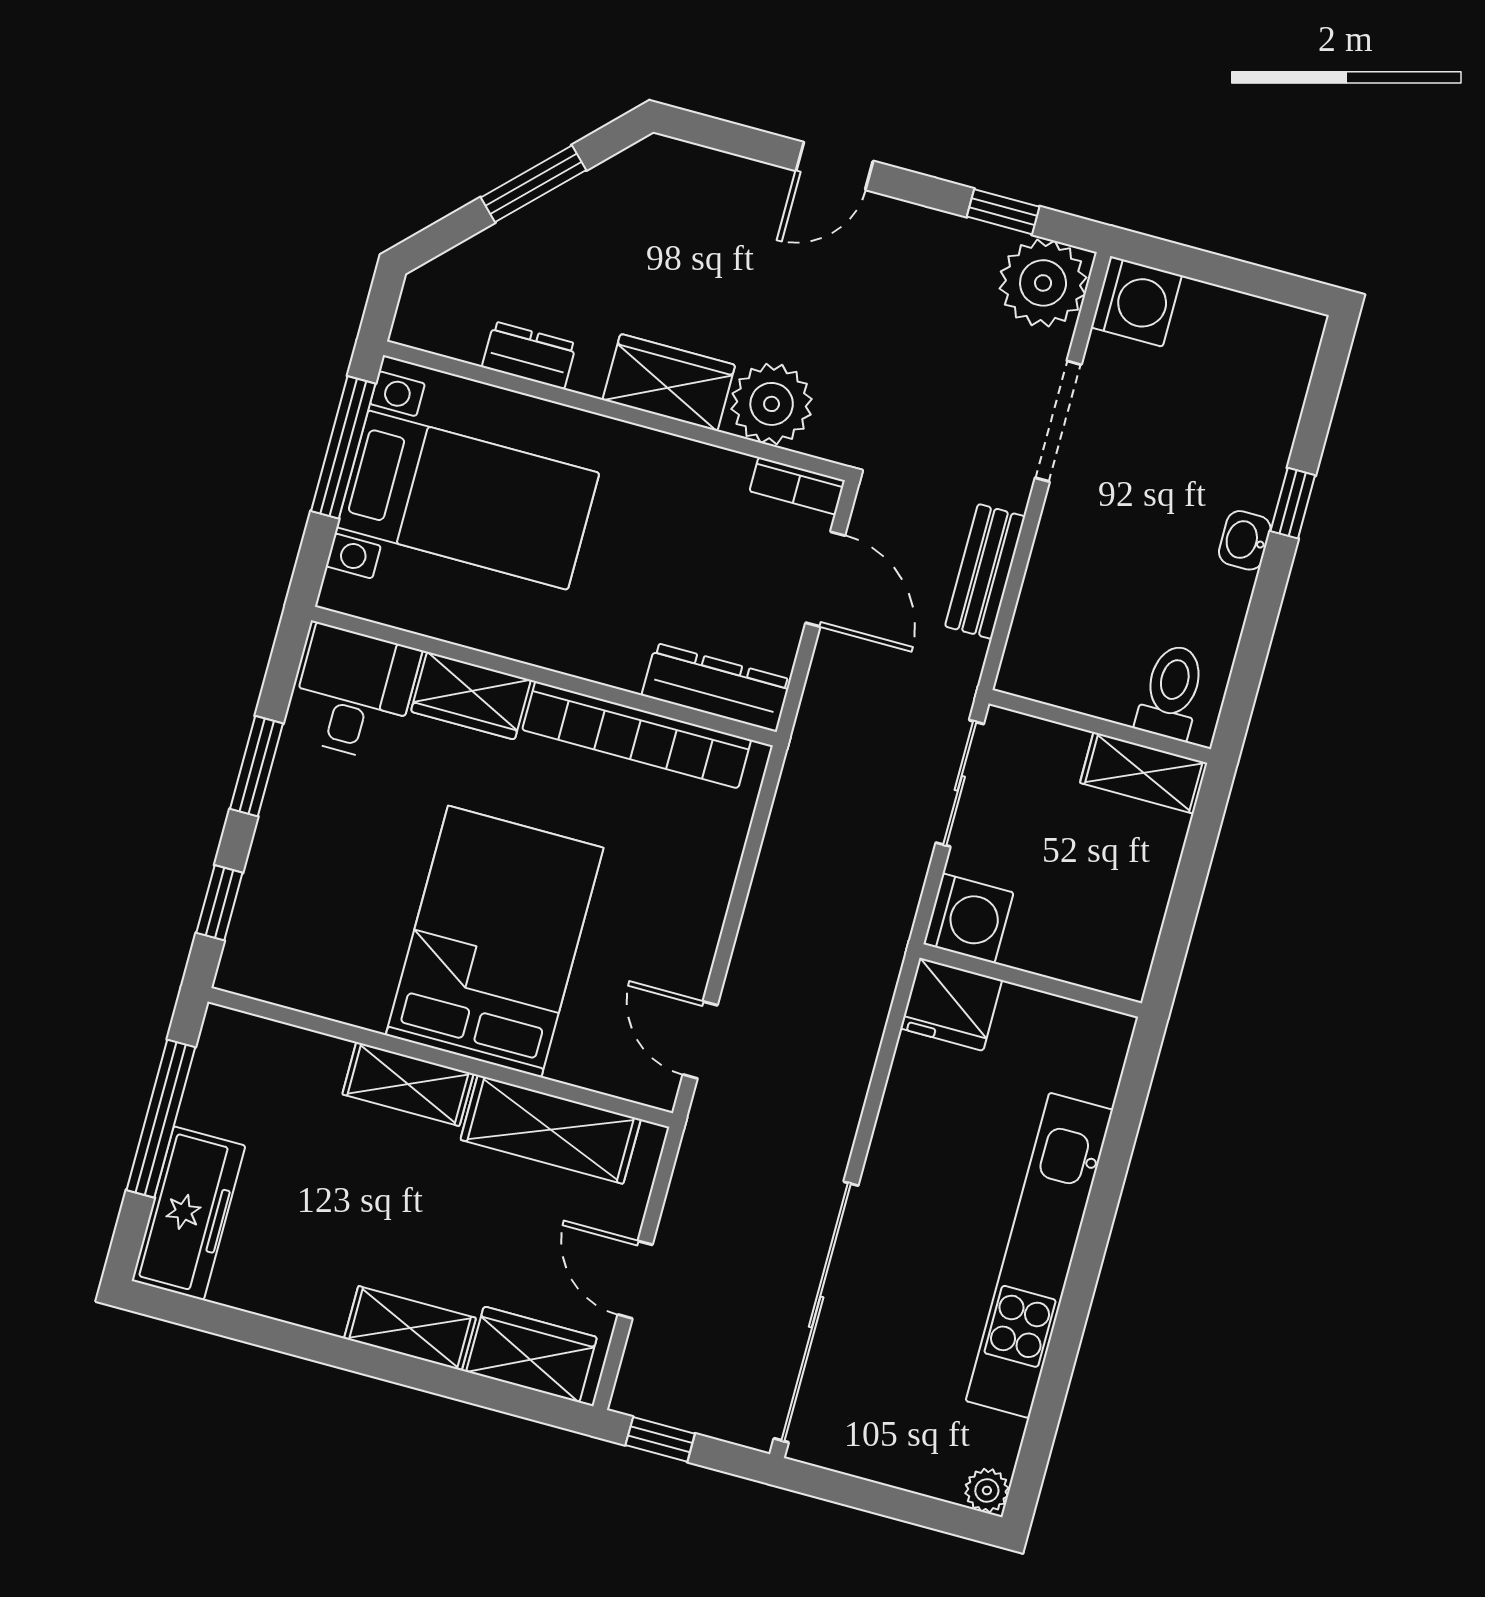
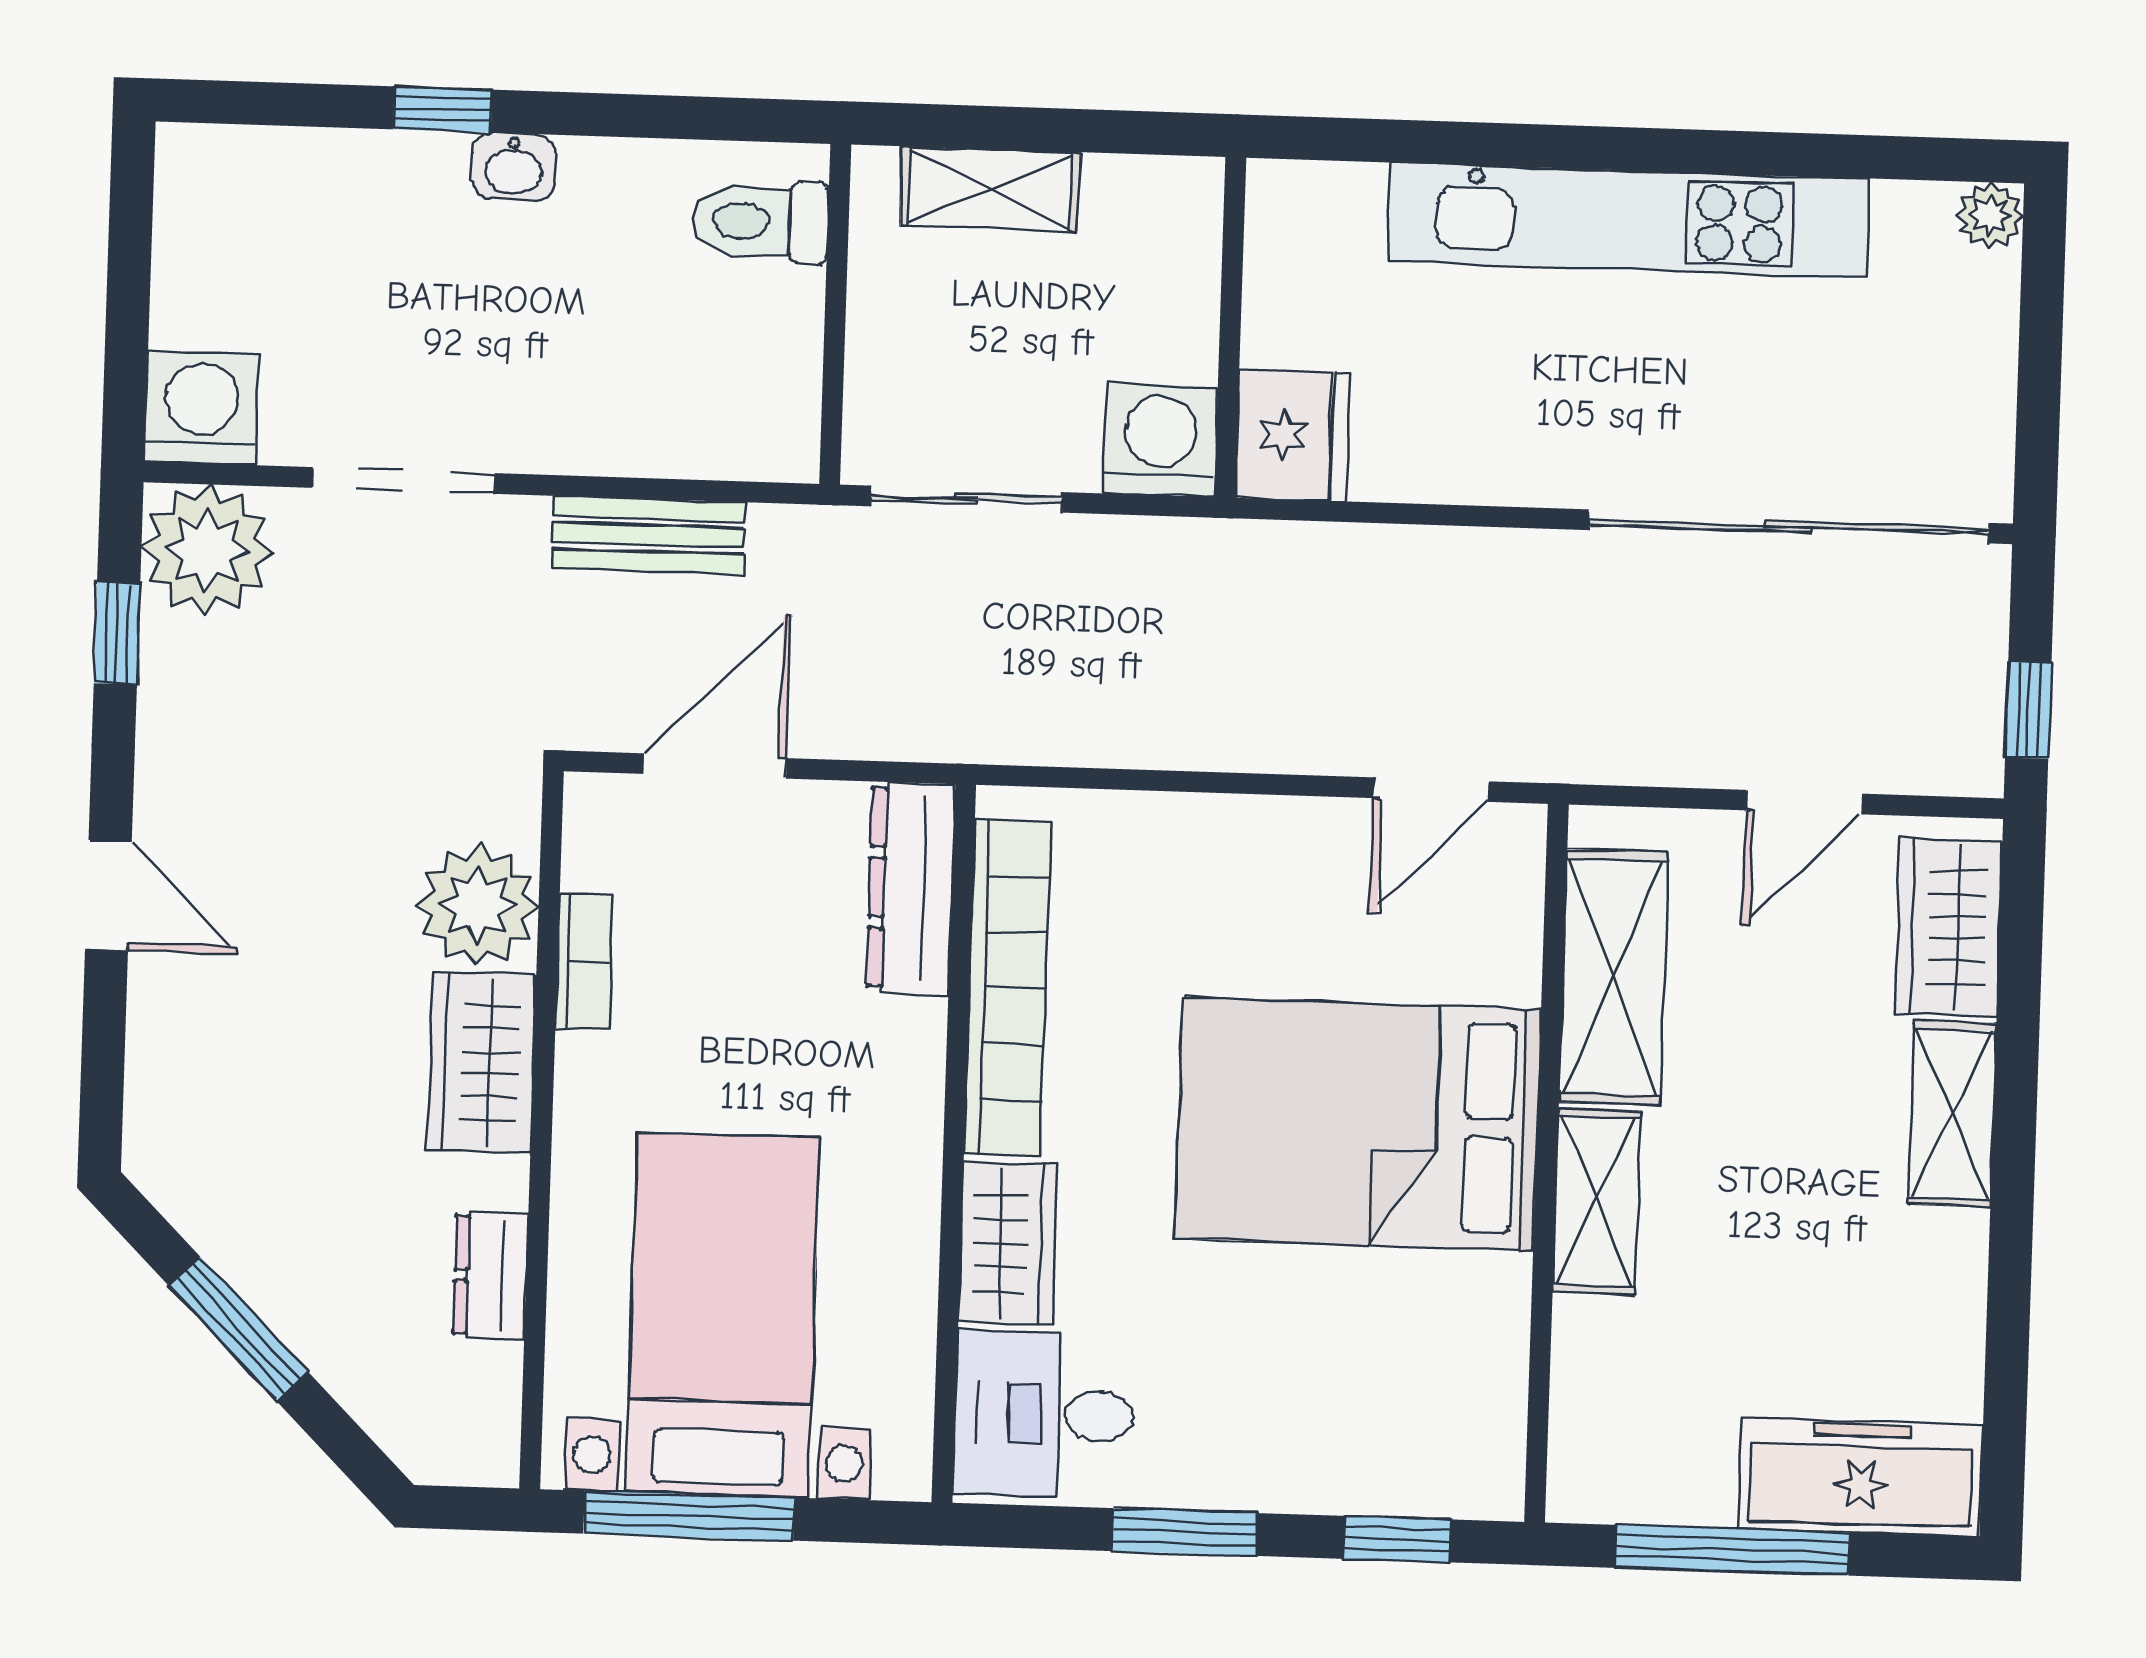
bookcase: (797, 486) -> (584, 962), moved
shelving: (1144, 773) -> (990, 189), moved, turned 90

